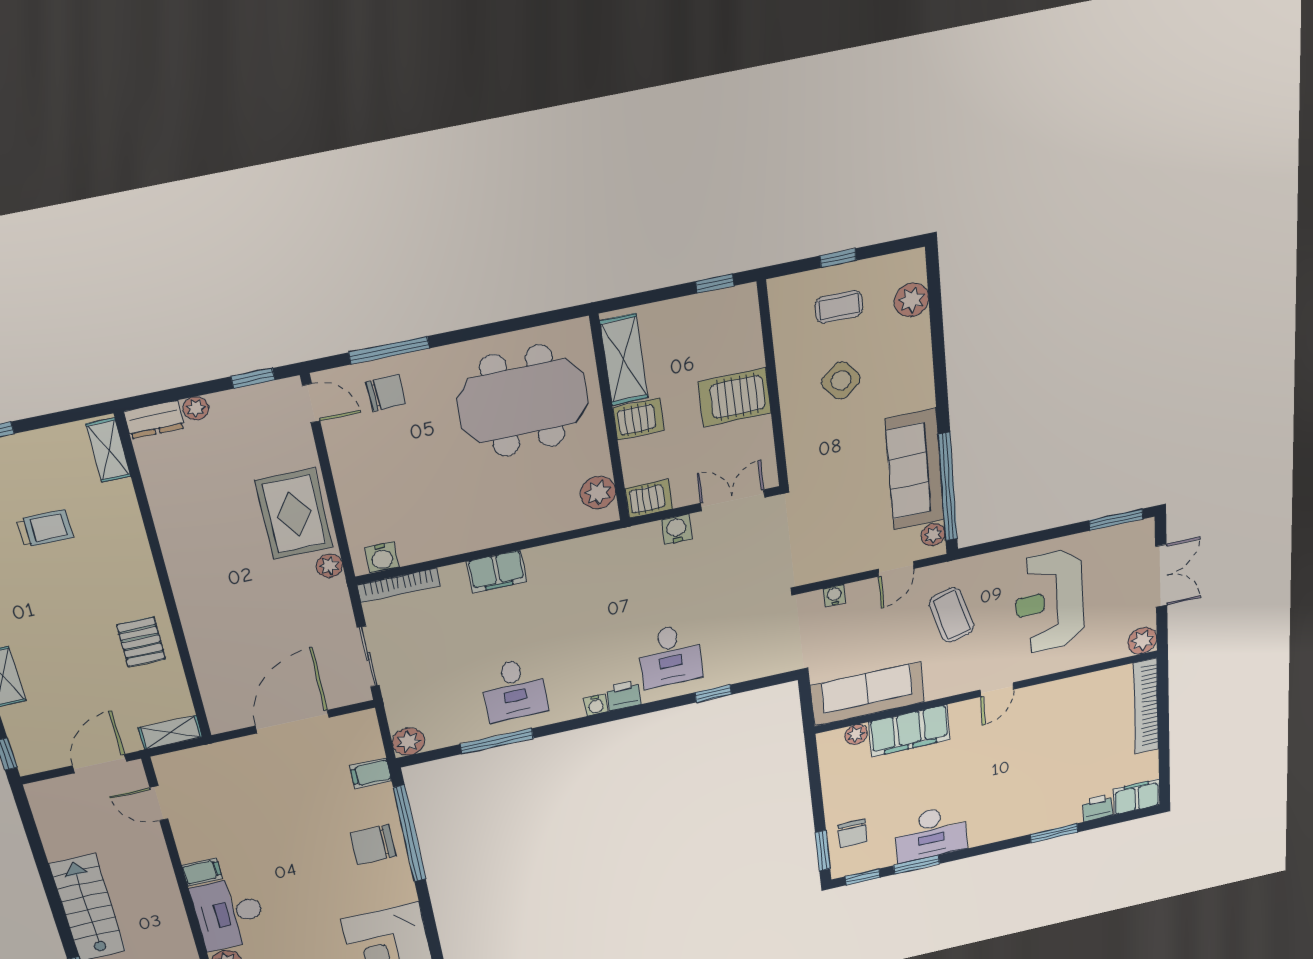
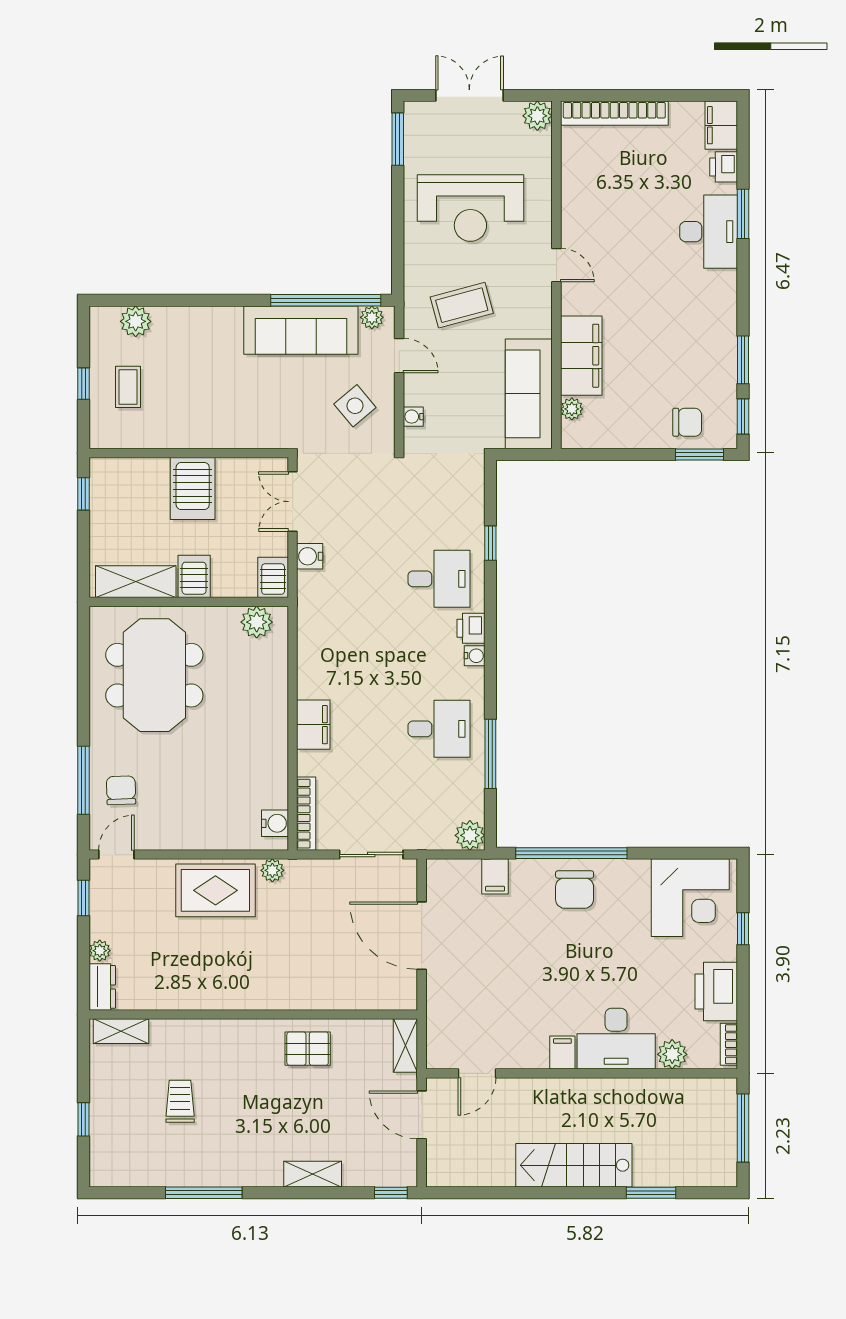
side table: (841, 380) -> (355, 406), moved
desk: (931, 833) -> (709, 232), moved

